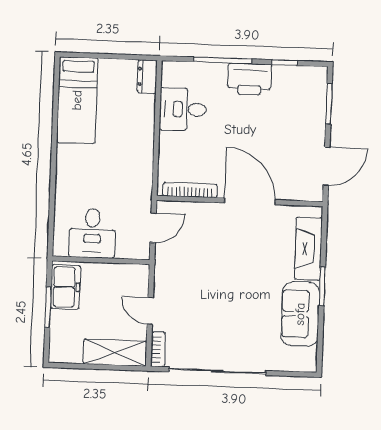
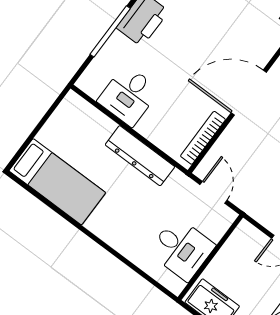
dresser: (147, 77) -> (140, 156), moved, width x1.96, depth x1.24

